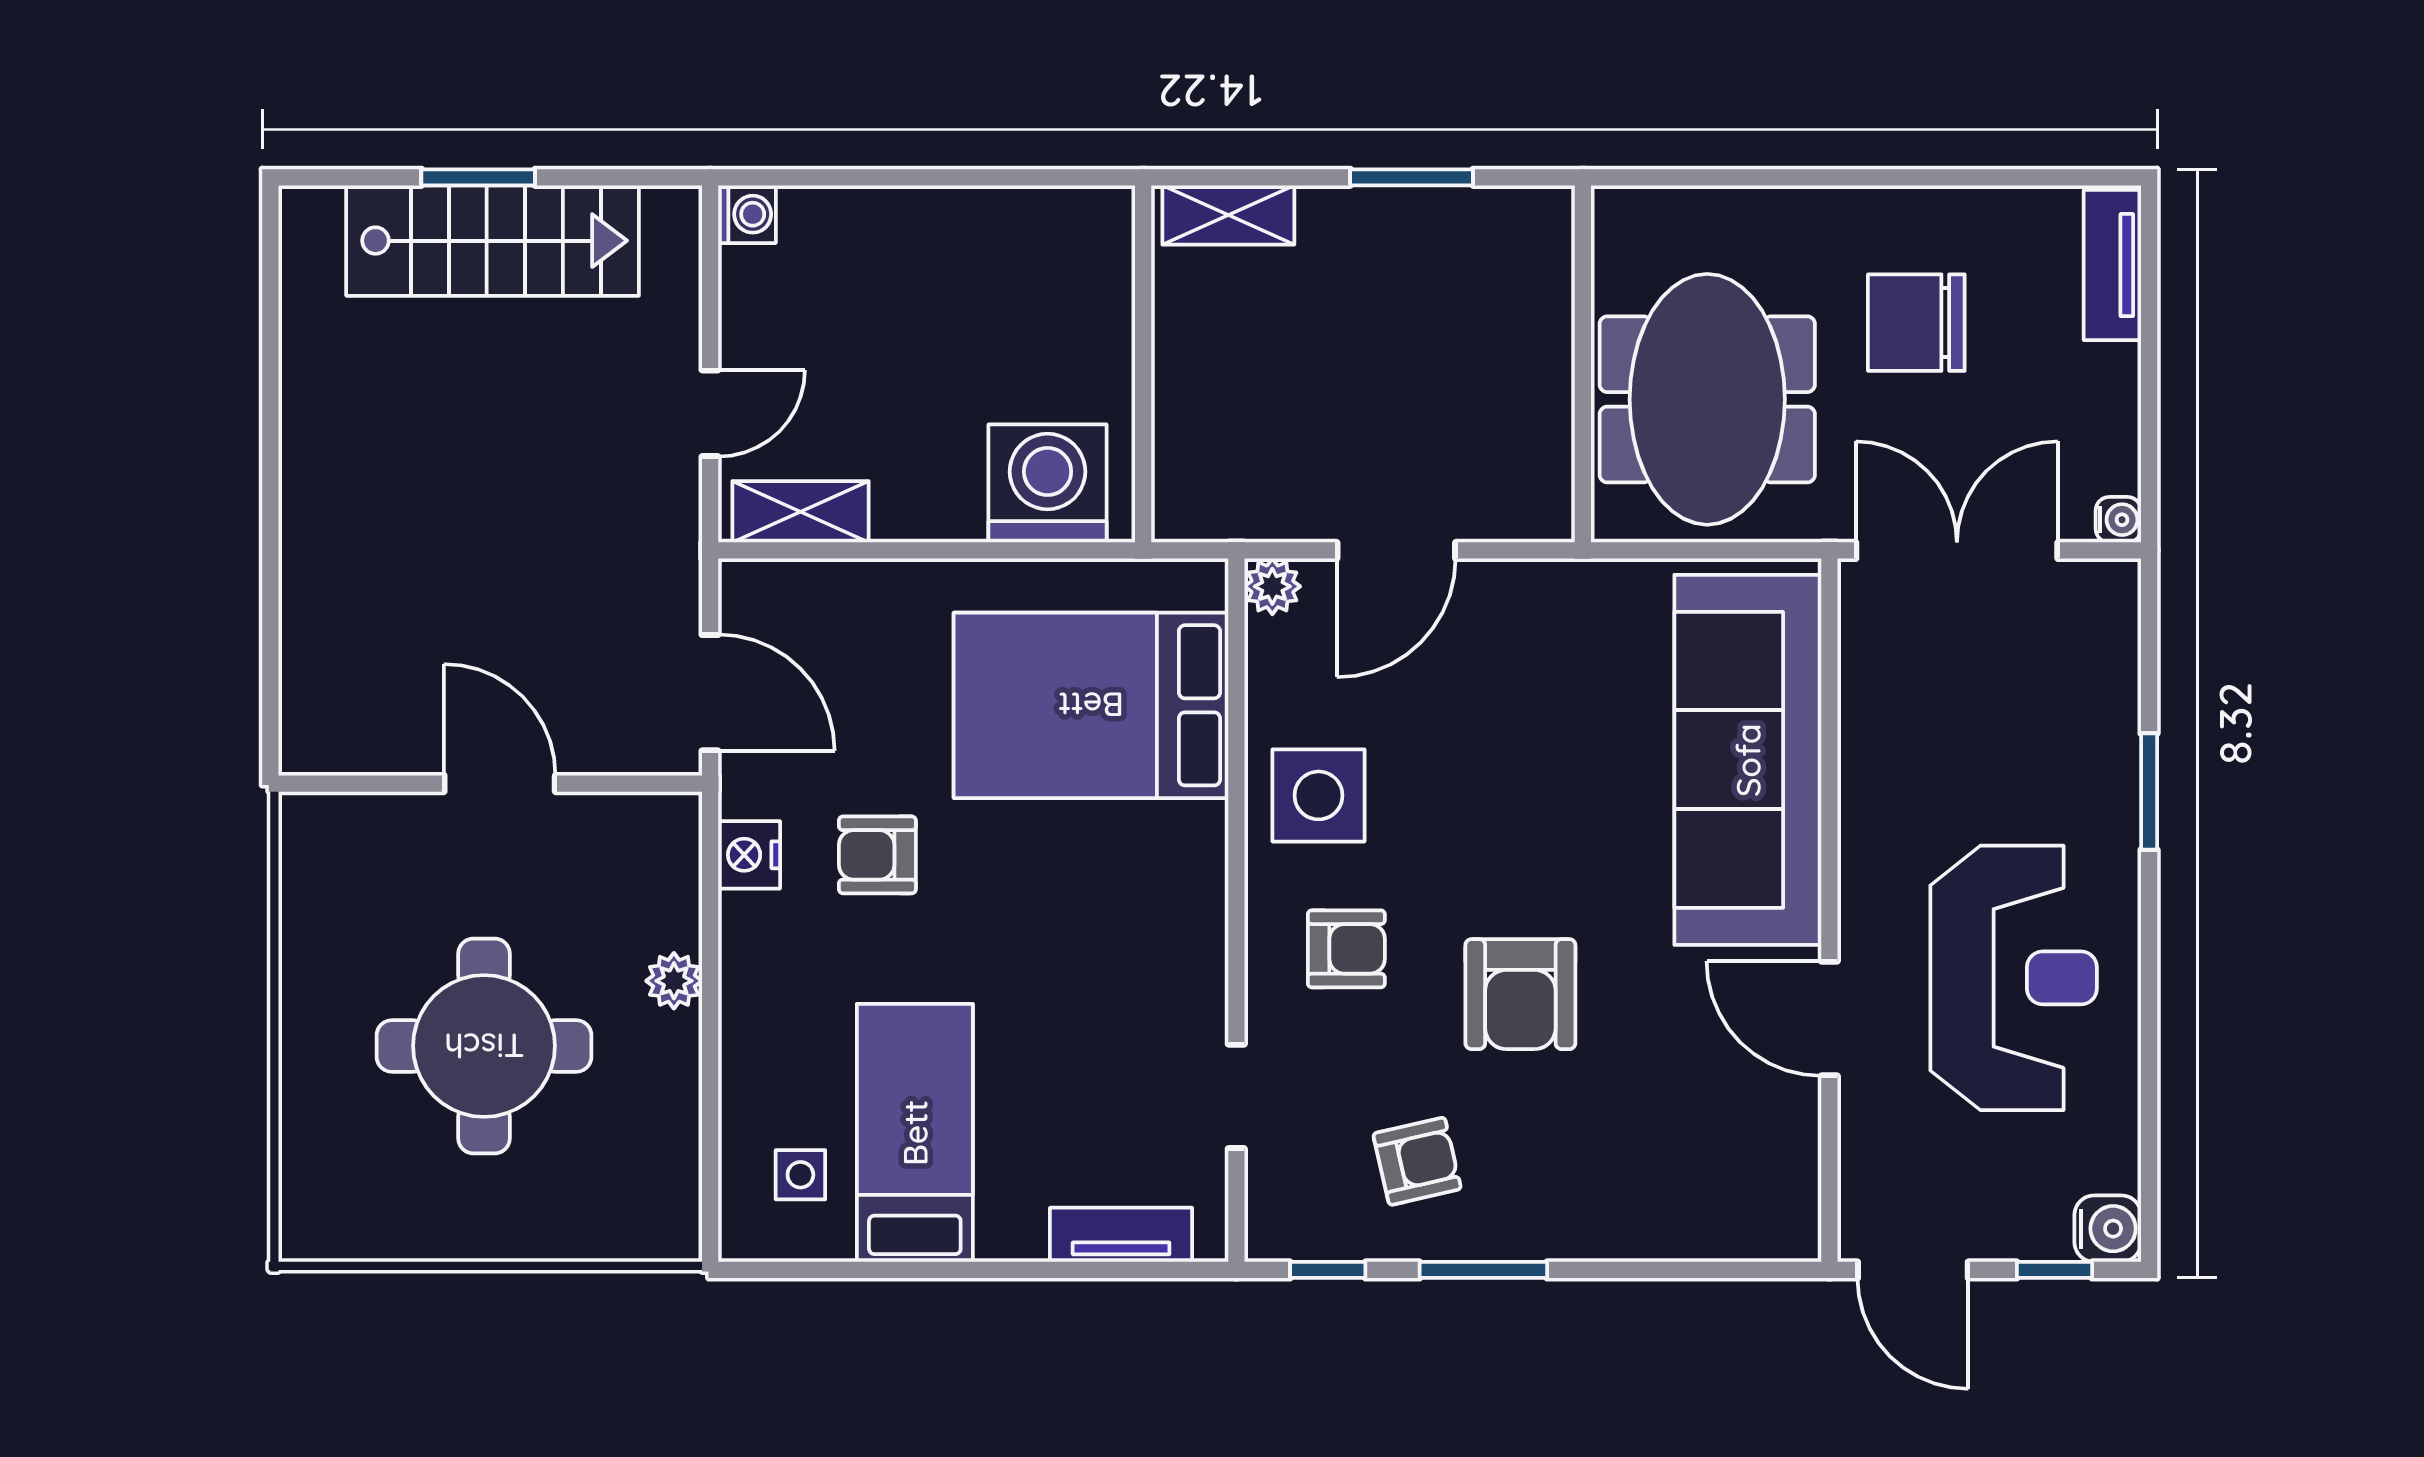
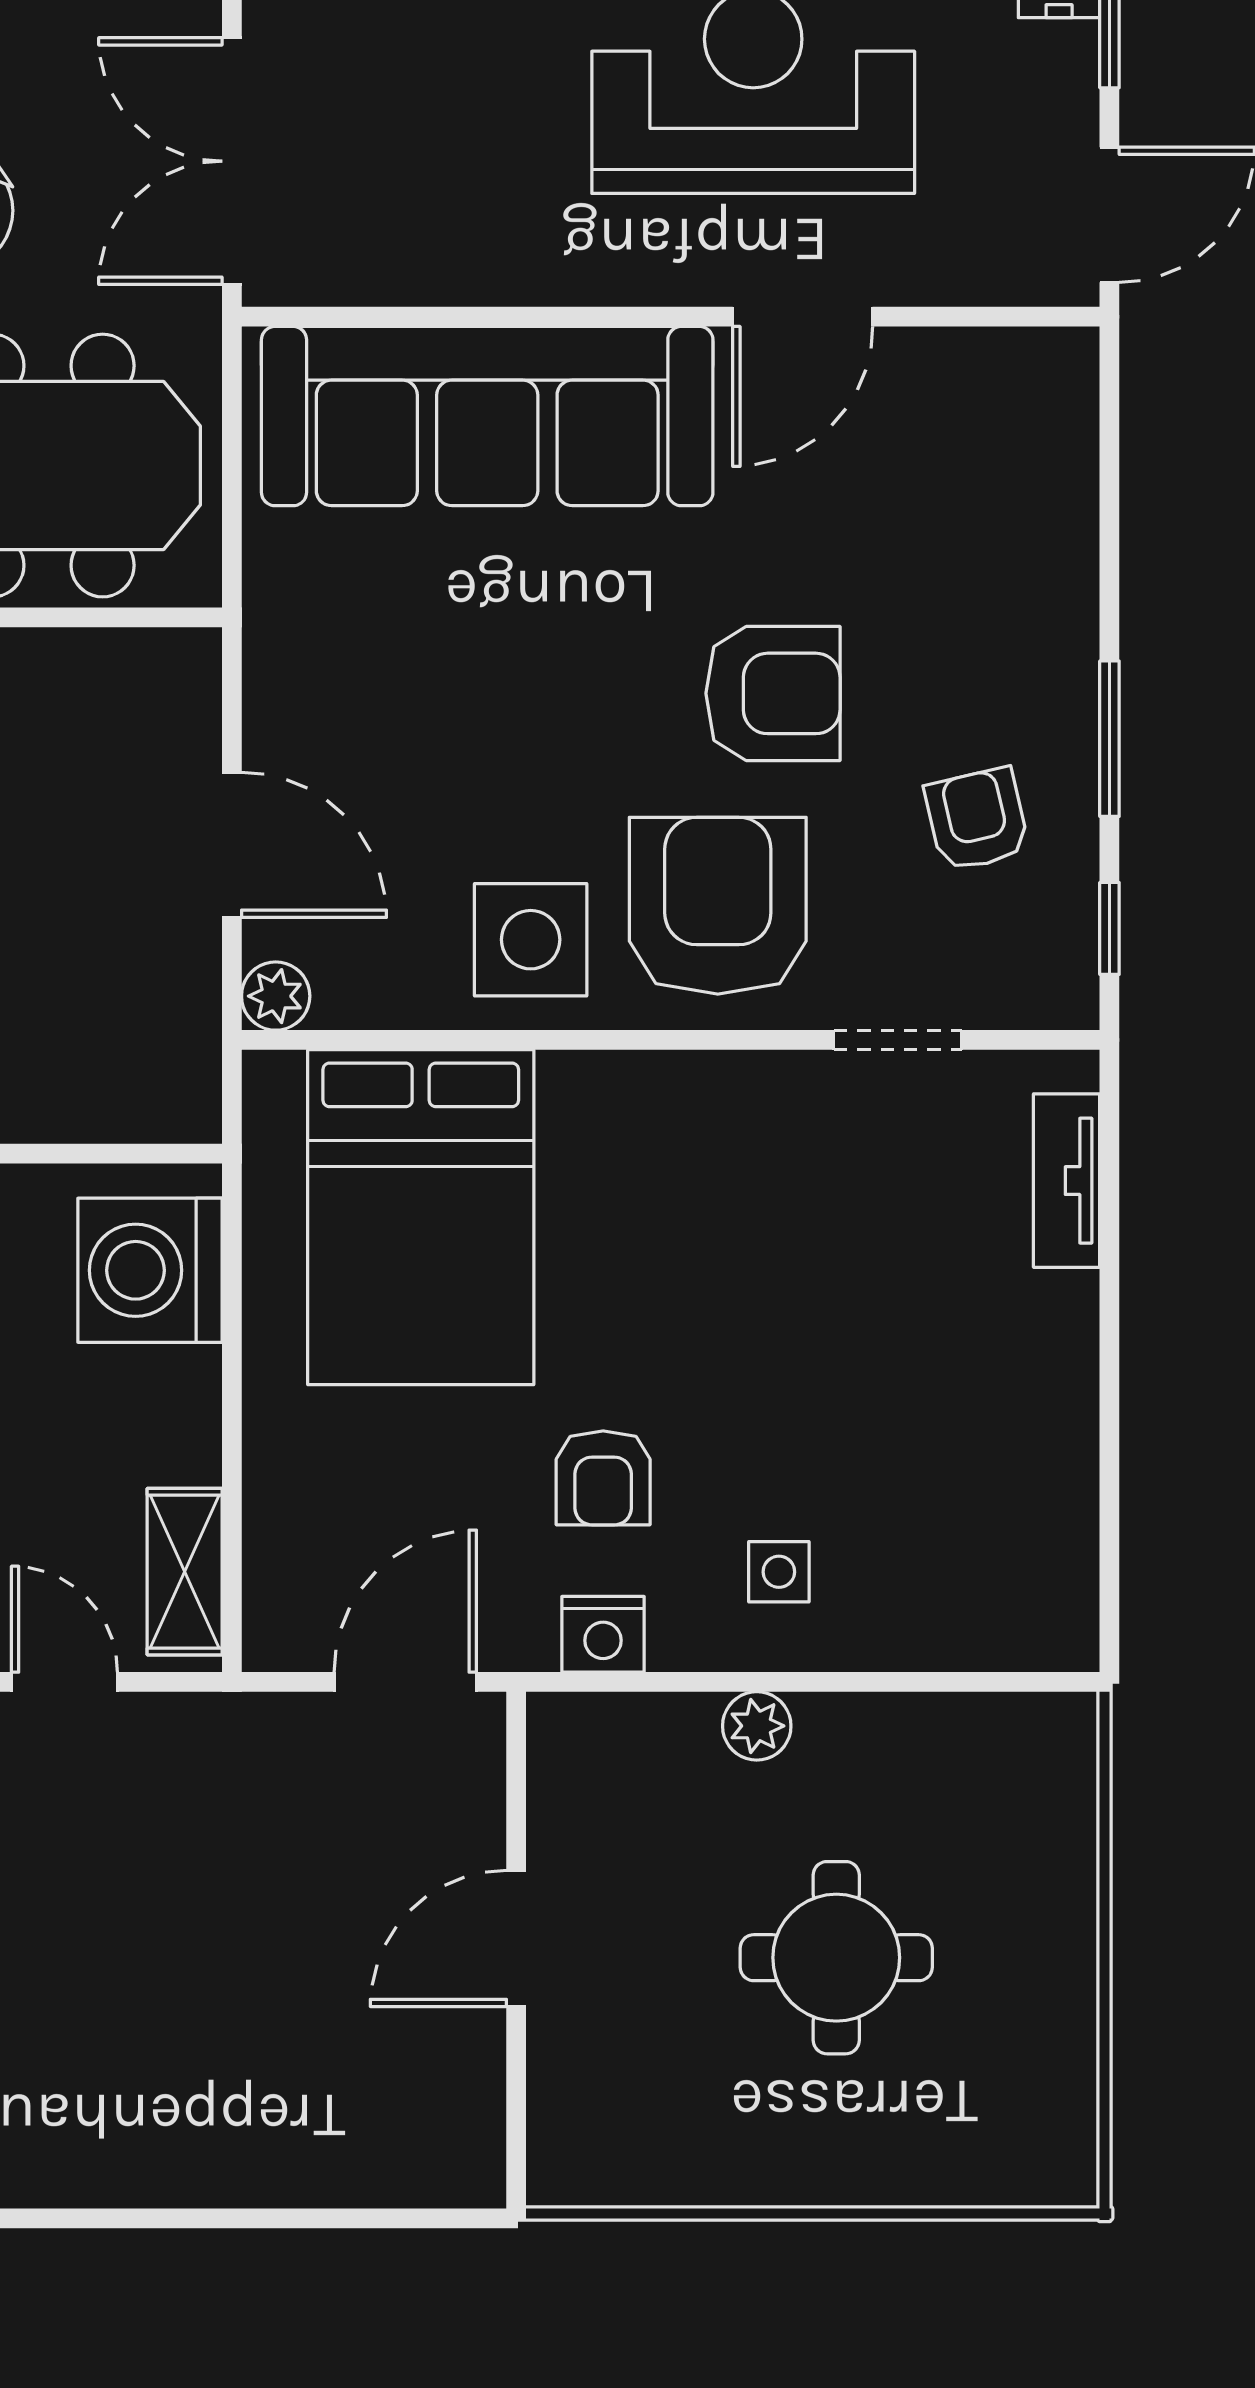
armchair: (1346, 949) -> (718, 906), width x1.88, depth x1.88
round table: (484, 1046) -> (836, 1958), width x0.73, depth x0.73
bed: (915, 1133) -> (942, 1432), removed
side table: (800, 1175) -> (779, 1572), moved

